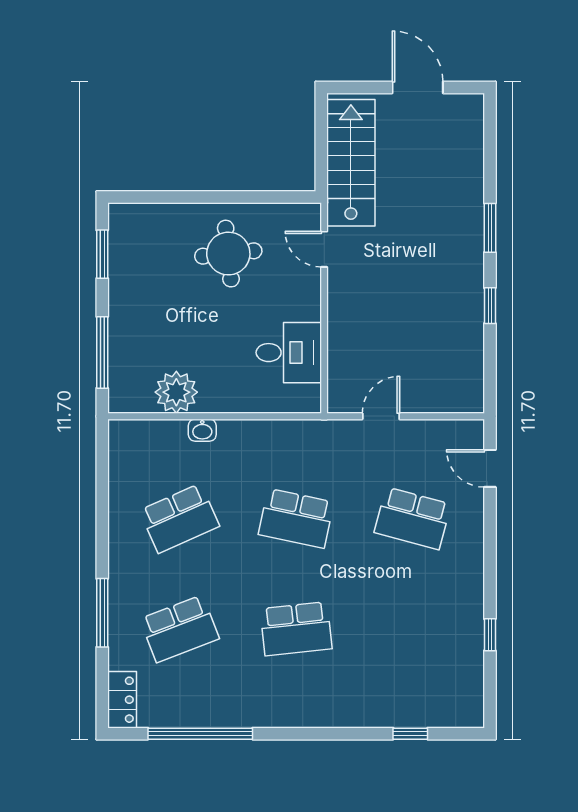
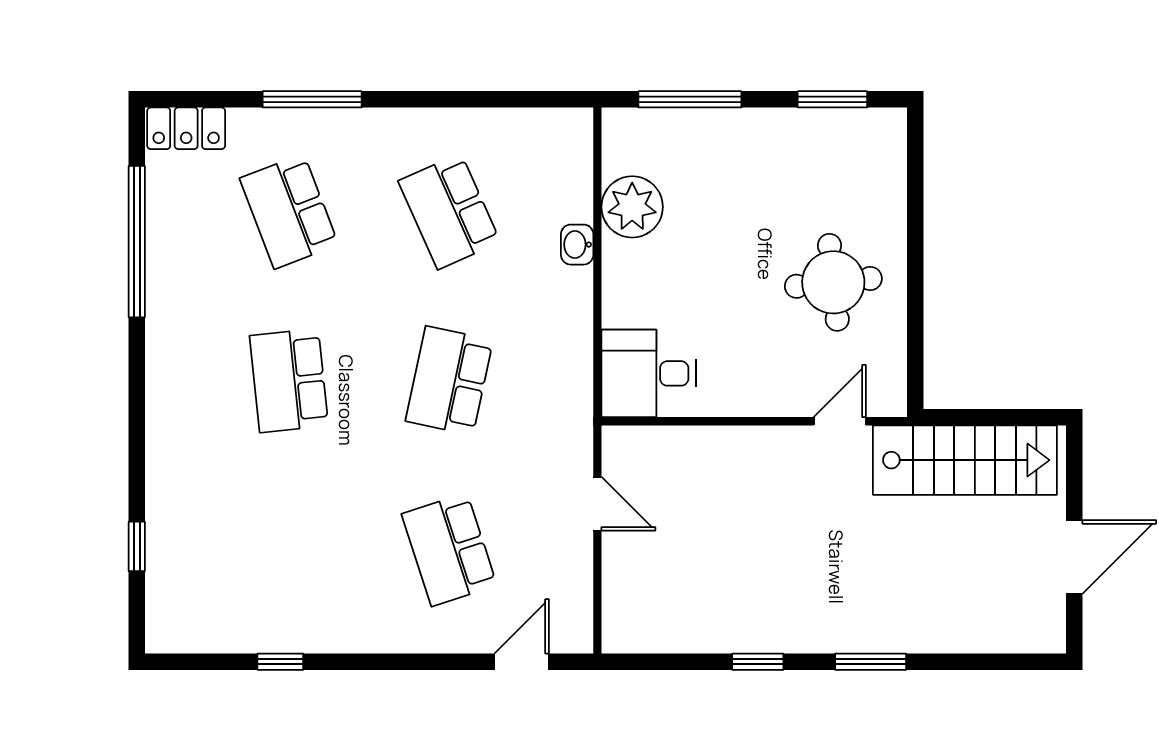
desk: (289, 353) -> (649, 373), moved, turned 90
school desk: (413, 518) -> (449, 550), turned -33

